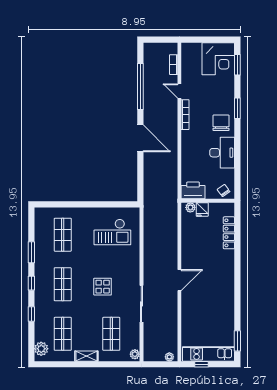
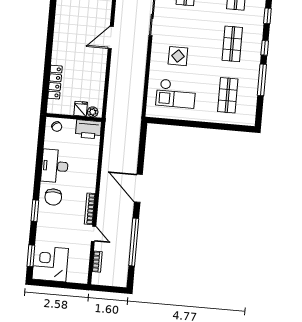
checkout: (112, 232) -> (176, 94), turned 180
window: (31, 252) -> (262, 80), width x1.44
display table: (103, 287) -> (178, 56), moved

